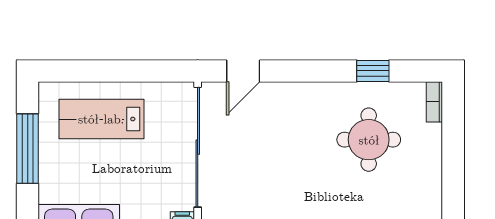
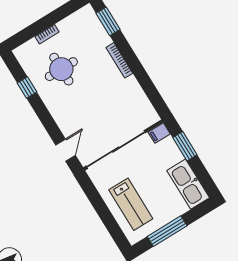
door: (243, 71) -> (65, 150), hinge flipped
bookcase: (434, 102) -> (47, 34), moved

